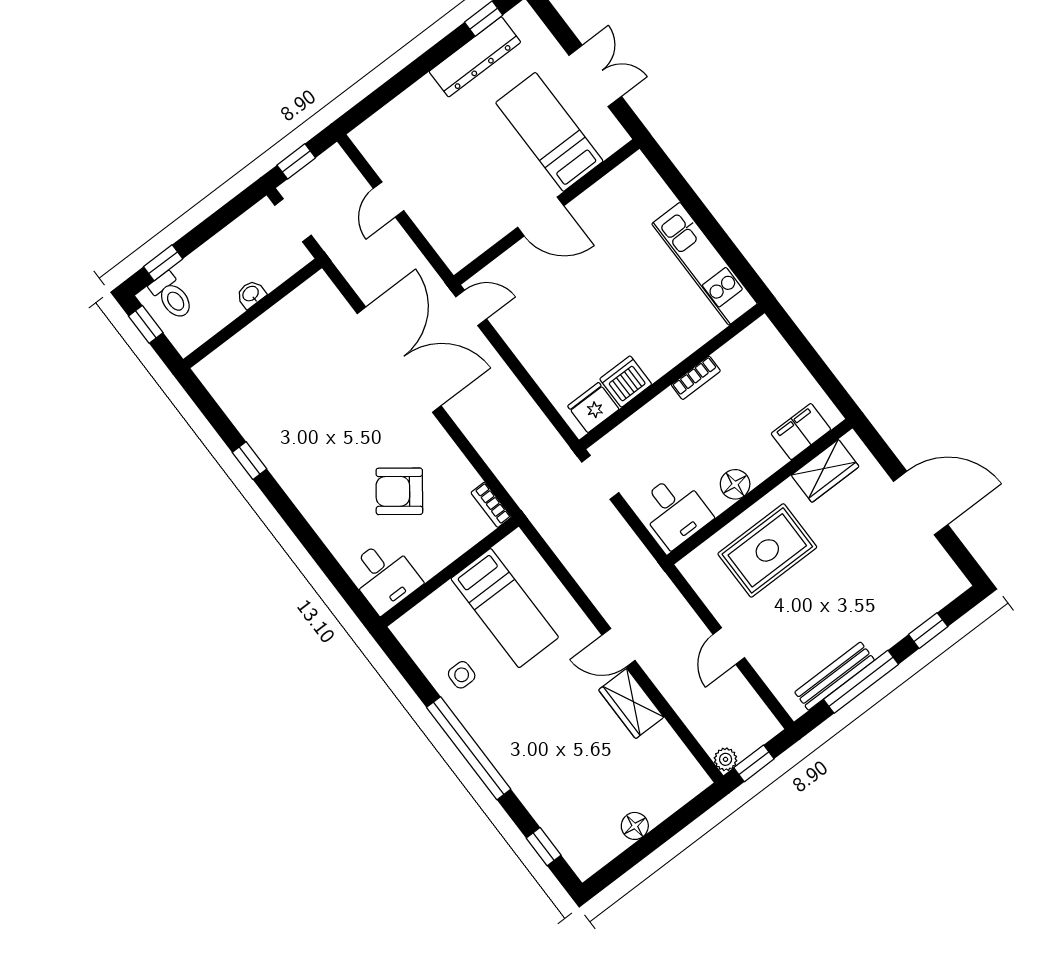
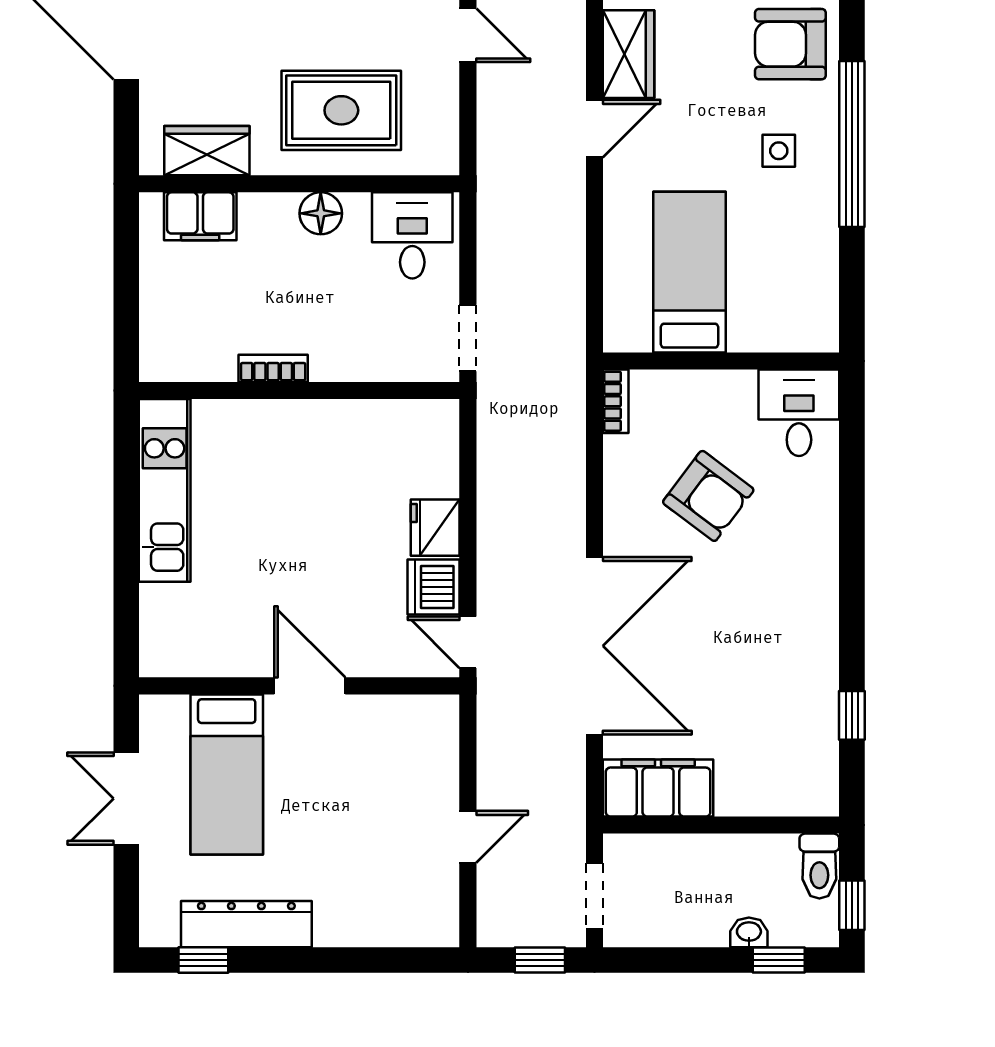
washbasin: (251, 294) -> (749, 932), moved, turned 180
toilet: (172, 296) -> (819, 866), moved, turned 180
filing cabinet: (303, 307) -> (658, 788), added
double door: (399, 360) -> (594, 646), swing flipped
dishwasher: (626, 382) -> (434, 587), moved, turned 90
fridge: (593, 408) -> (435, 528), moved, turned 90
window: (250, 461) -> (852, 715), moved
door: (729, 646) -> (468, 35), hinge flipped
door: (619, 648) -> (594, 129), hinge flipped
side table: (462, 675) -> (779, 151), moved
armchair: (545, 778) -> (790, 44), added

